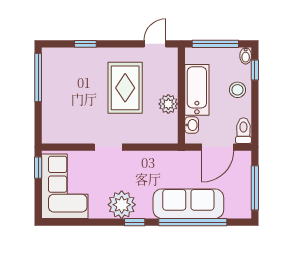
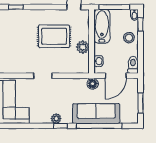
window: (85, 44) -> (16, 7), moved
rug: (125, 88) -> (54, 36), turned 90
bathtub: (197, 90) -> (102, 26), moved
floor lamp: (183, 159) -> (93, 84), added
window: (255, 188) -> (140, 103), width x0.69
plant: (122, 205) -> (56, 119), width x0.53, depth x0.53

